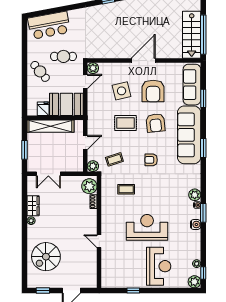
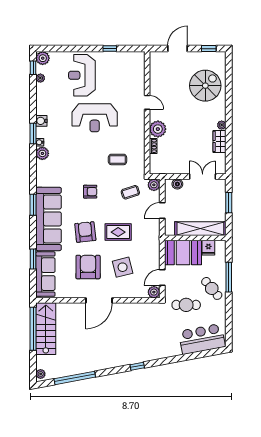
window: (24, 82) -> (229, 277), added
boiler: (71, 167) -> (177, 184), added
plant: (89, 186) -> (158, 129), moved

